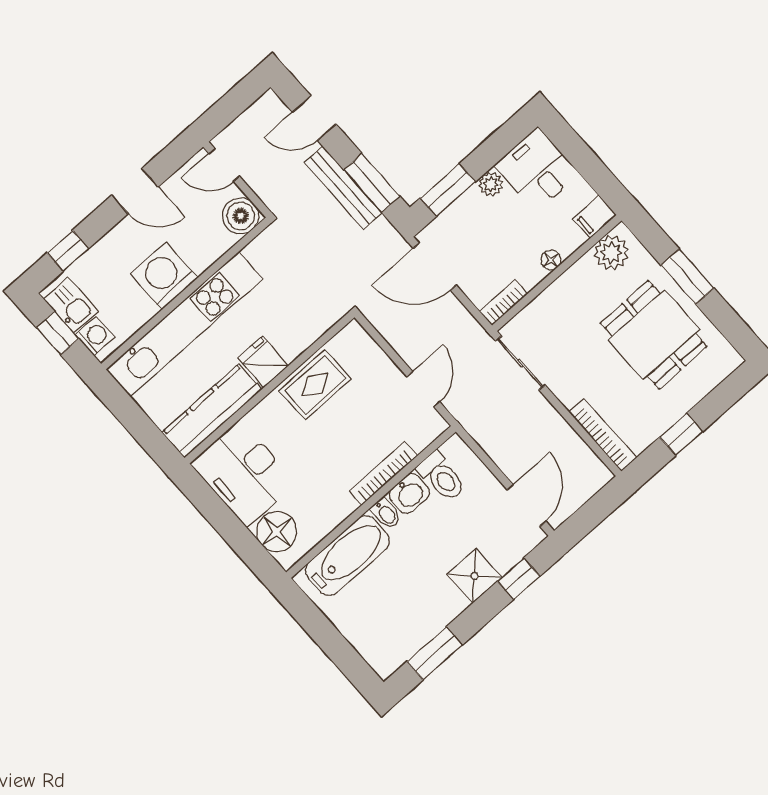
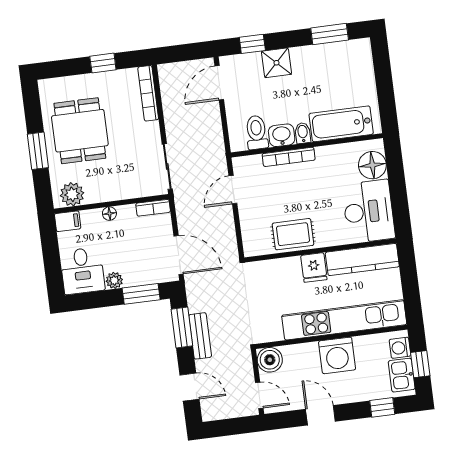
bench: (343, 188) -> (200, 336), width x0.73

